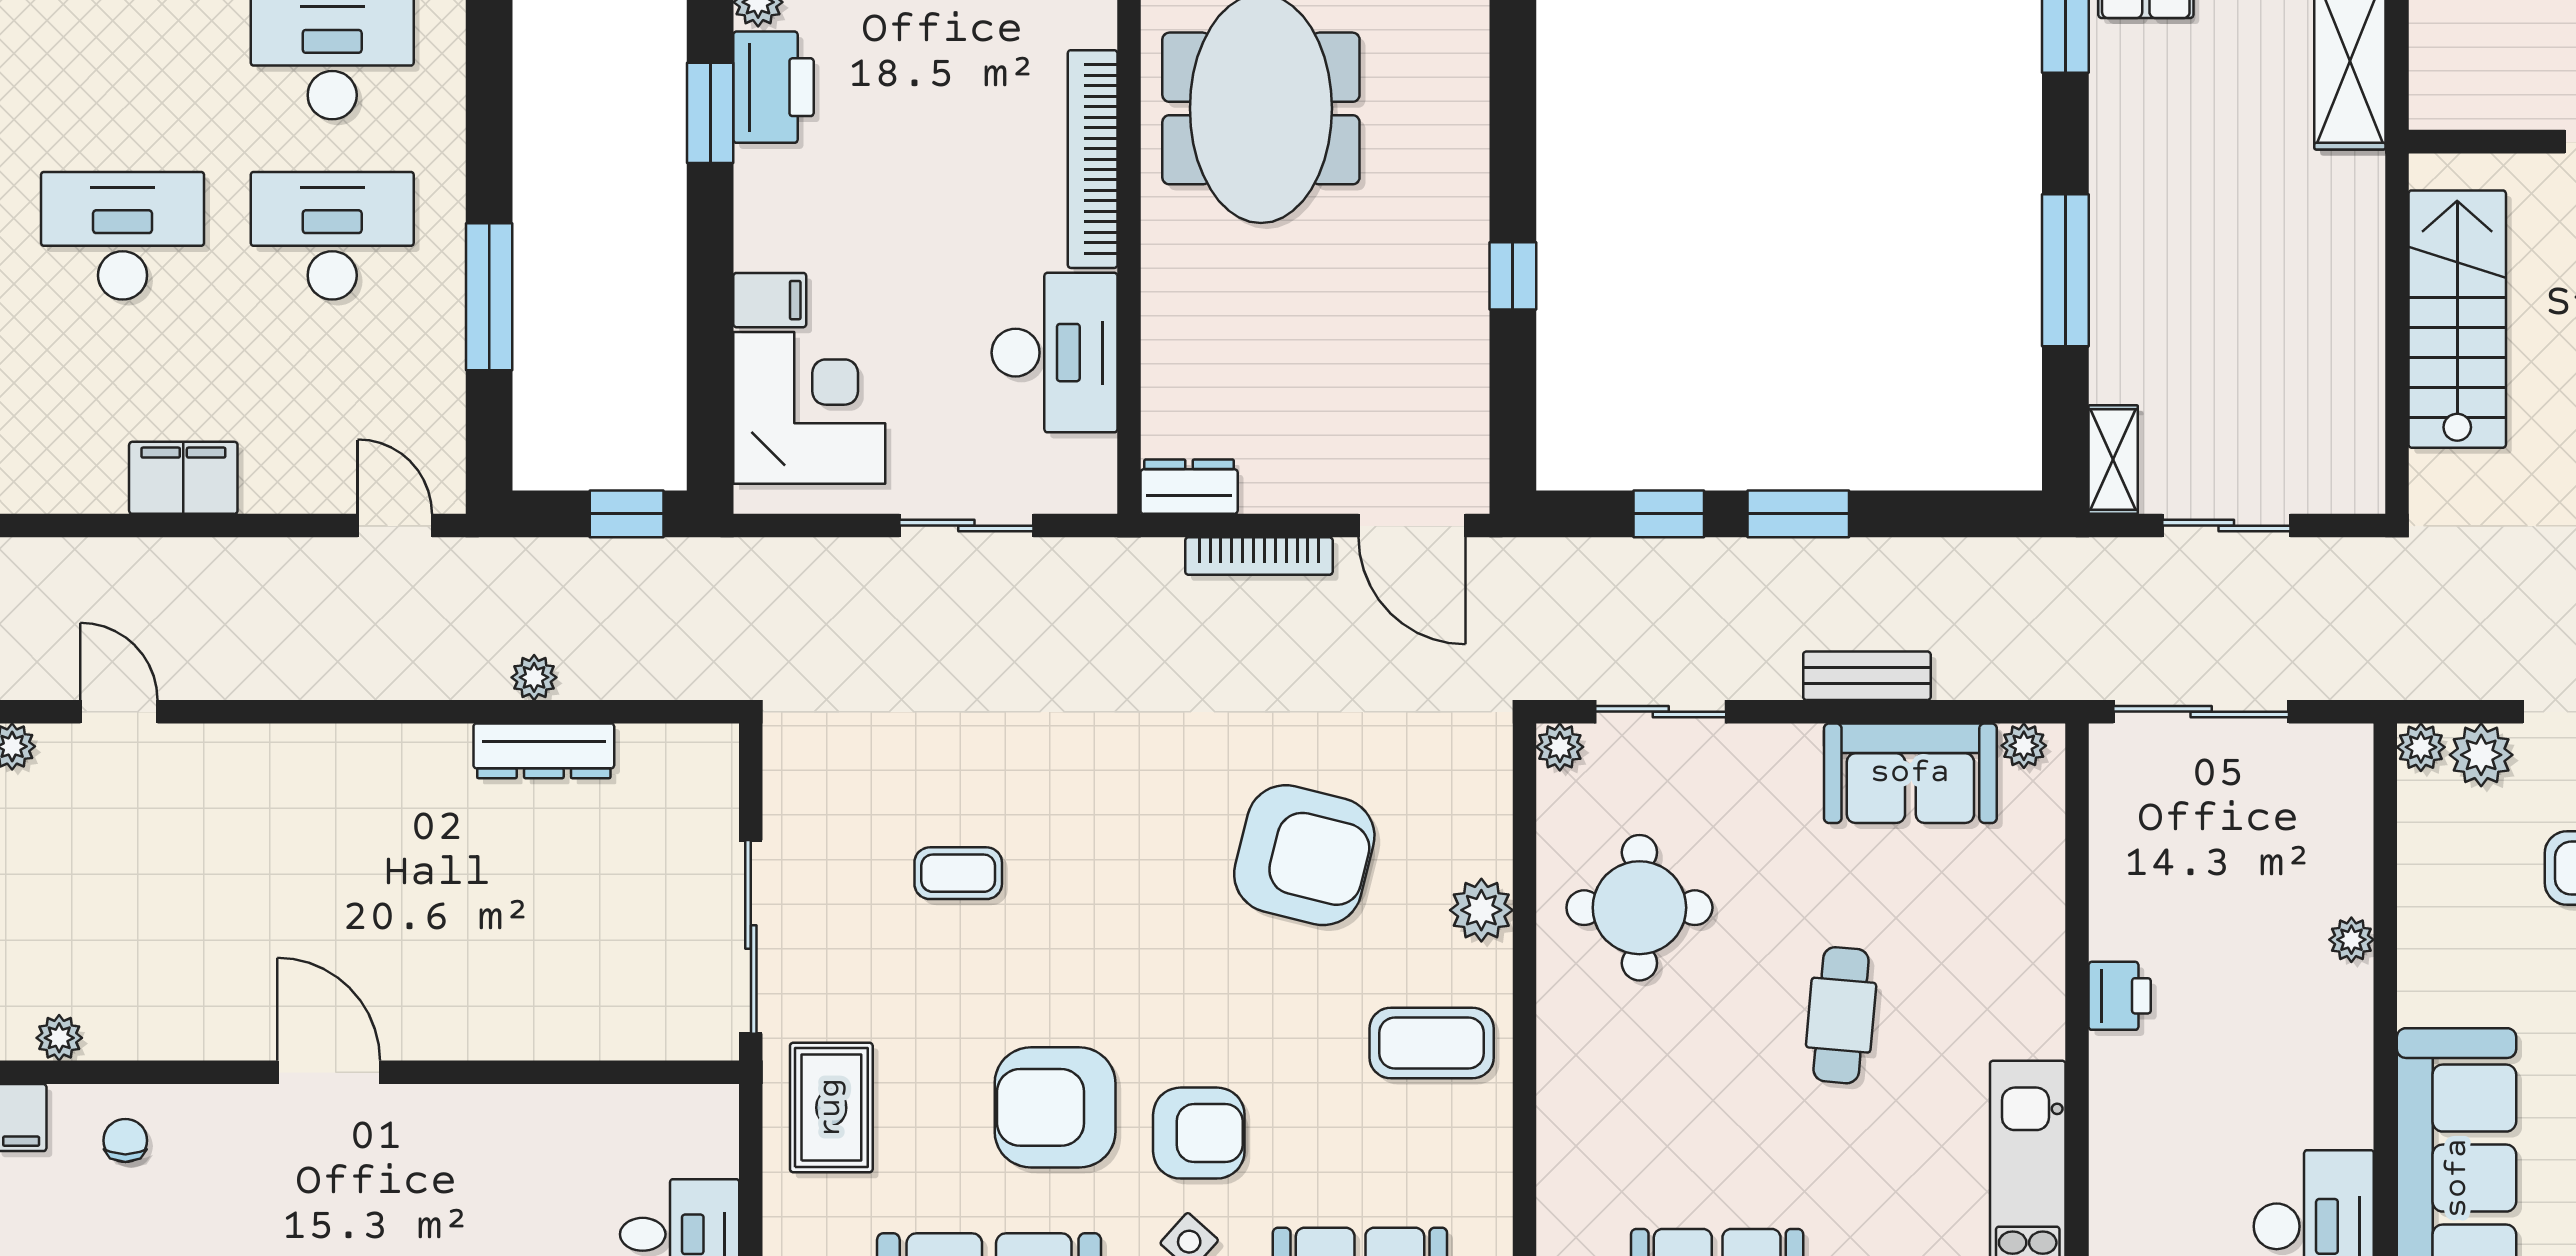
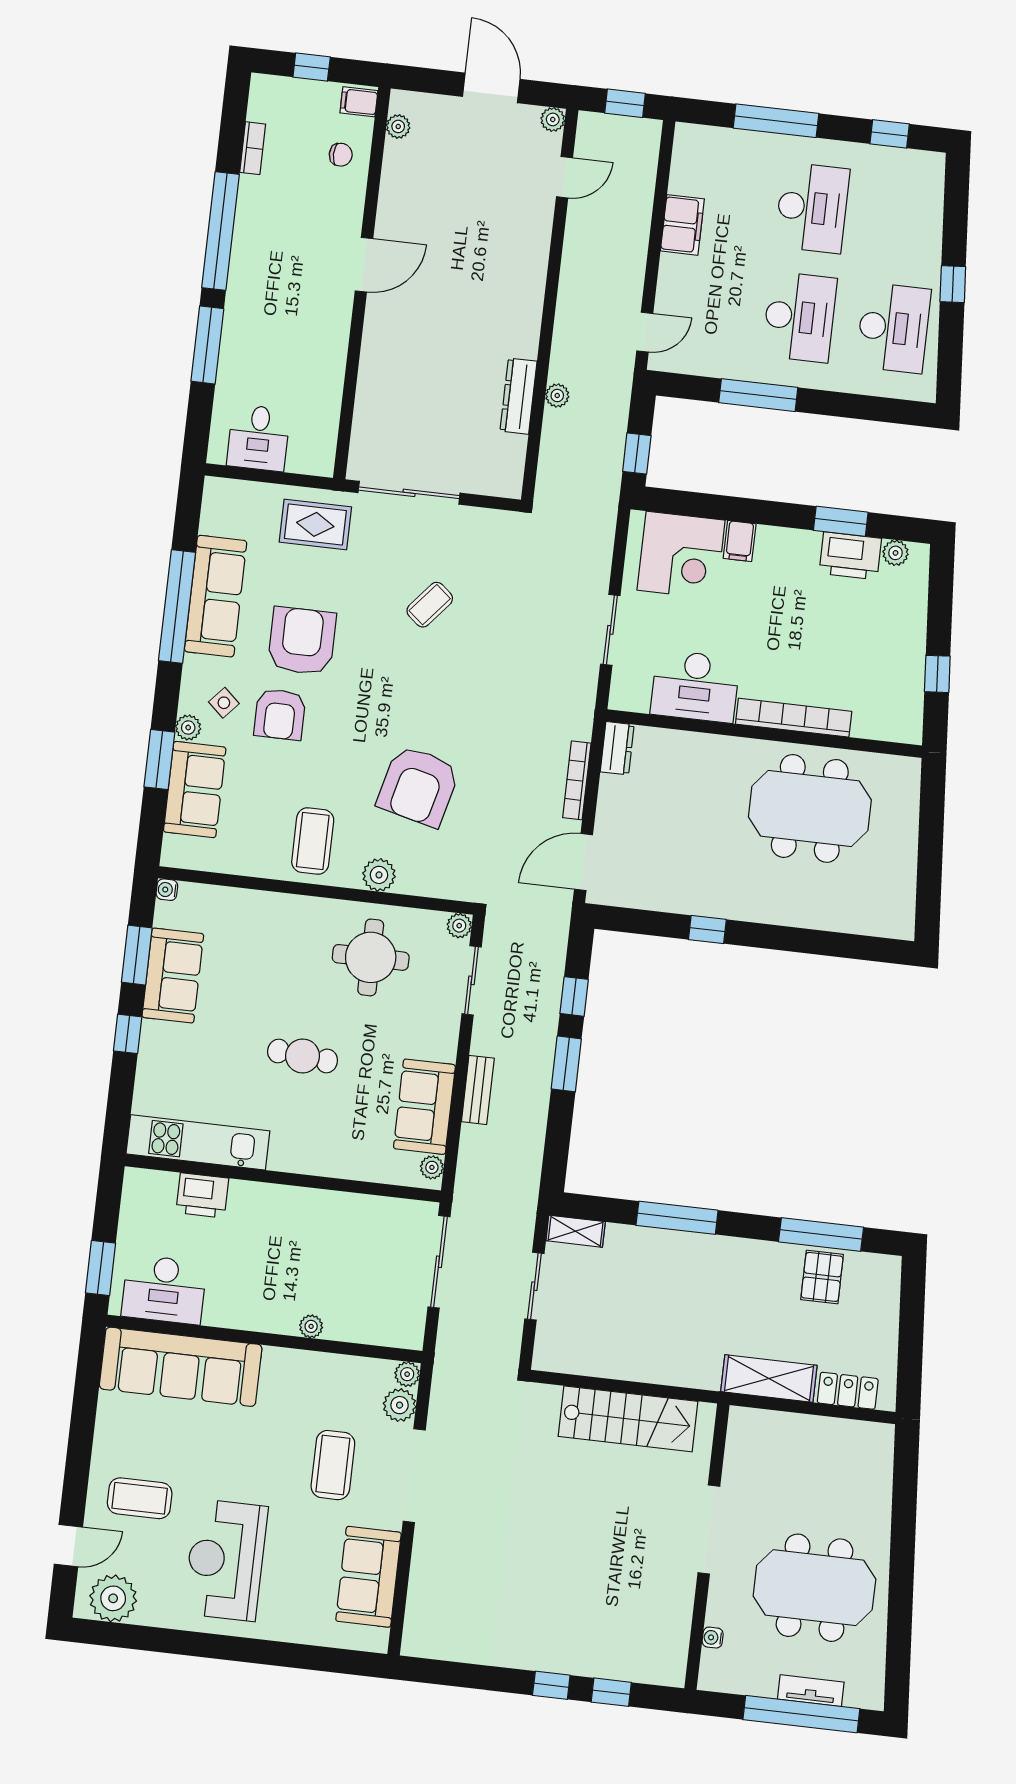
coffee table: (958, 873) -> (430, 605), turned 40
printer: (2120, 996) -> (202, 1195), moved, width x1.36, depth x1.24

